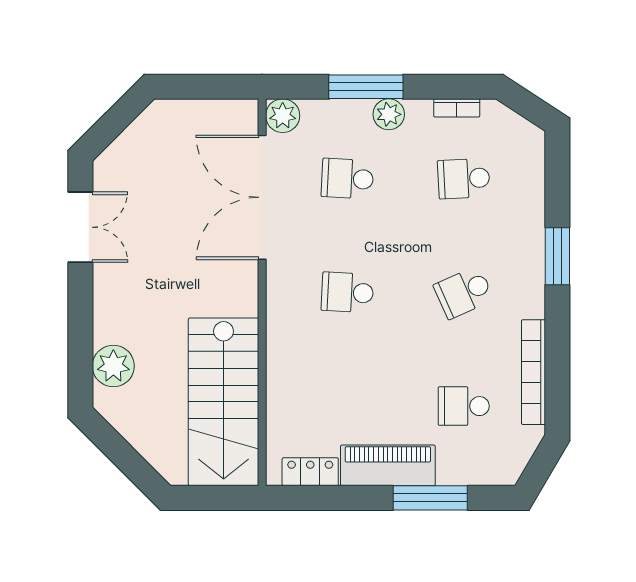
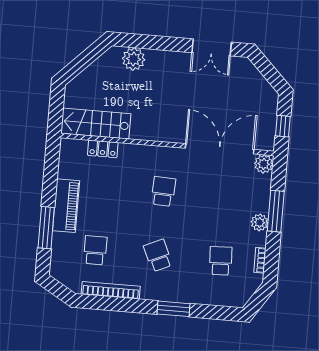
window: (212, 87) -> (283, 126), added
school desk: (347, 179) -> (226, 197), removed
stairs: (224, 402) -> (96, 124), width x0.73, depth x0.66
locker: (310, 472) -> (103, 149), moved, turned 90

